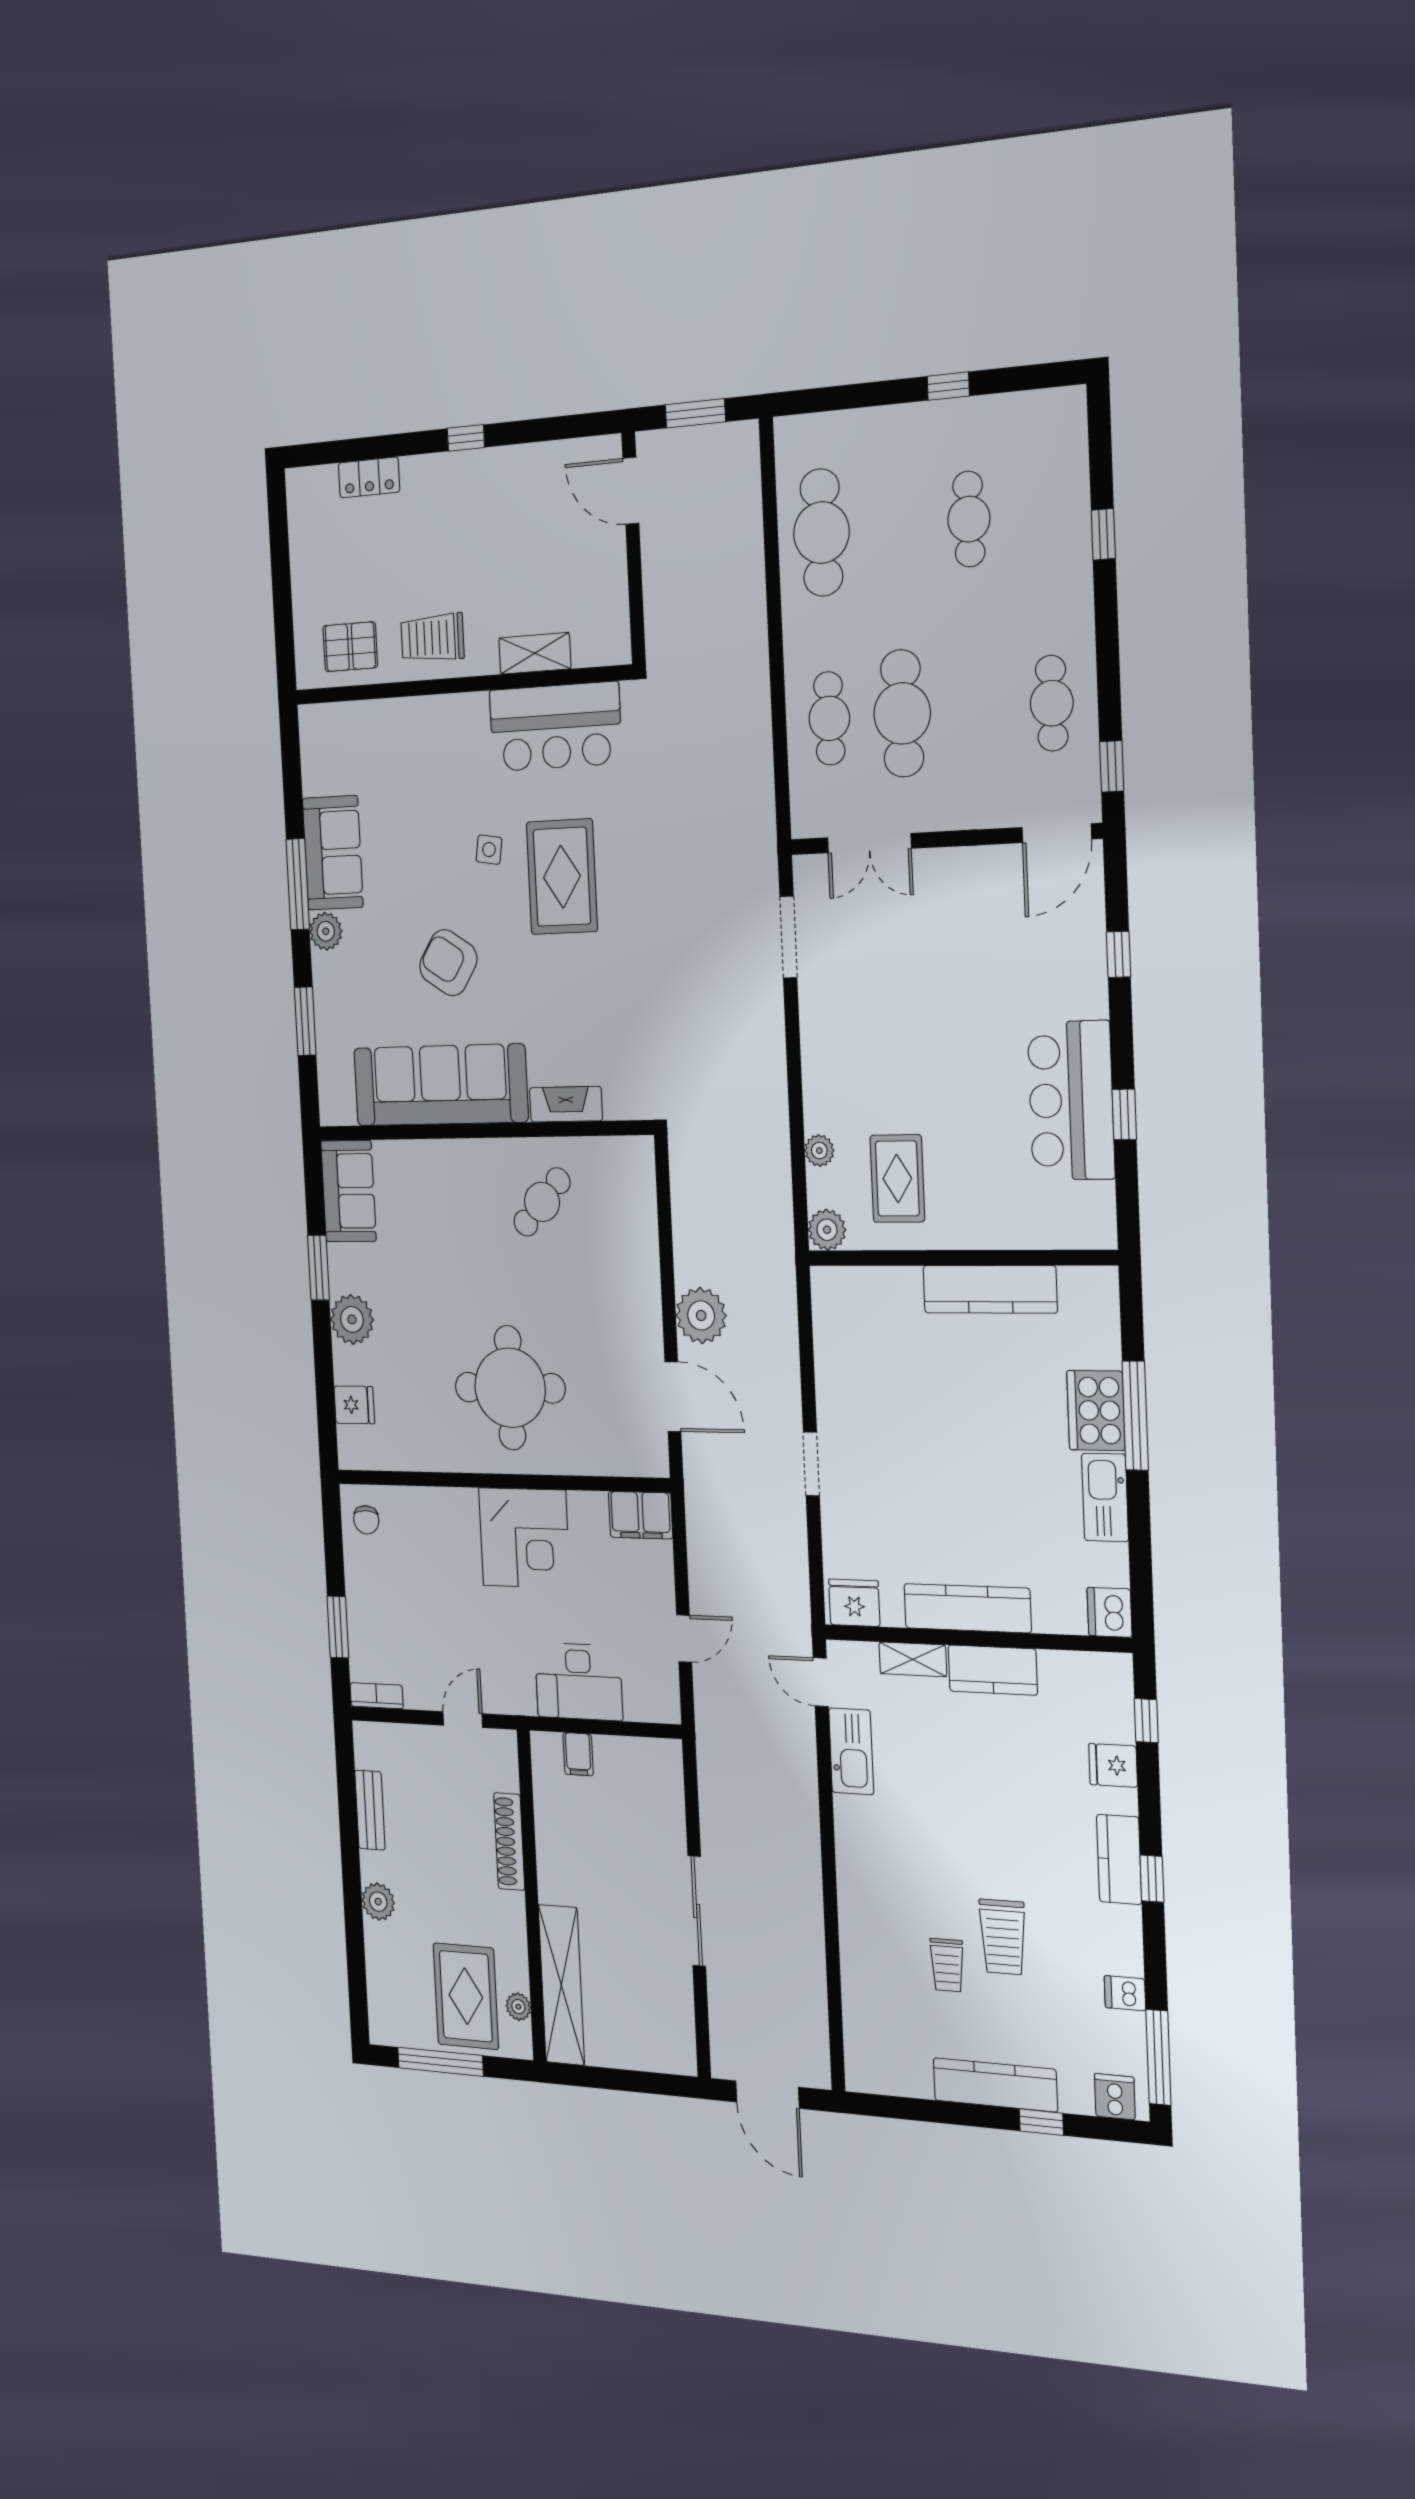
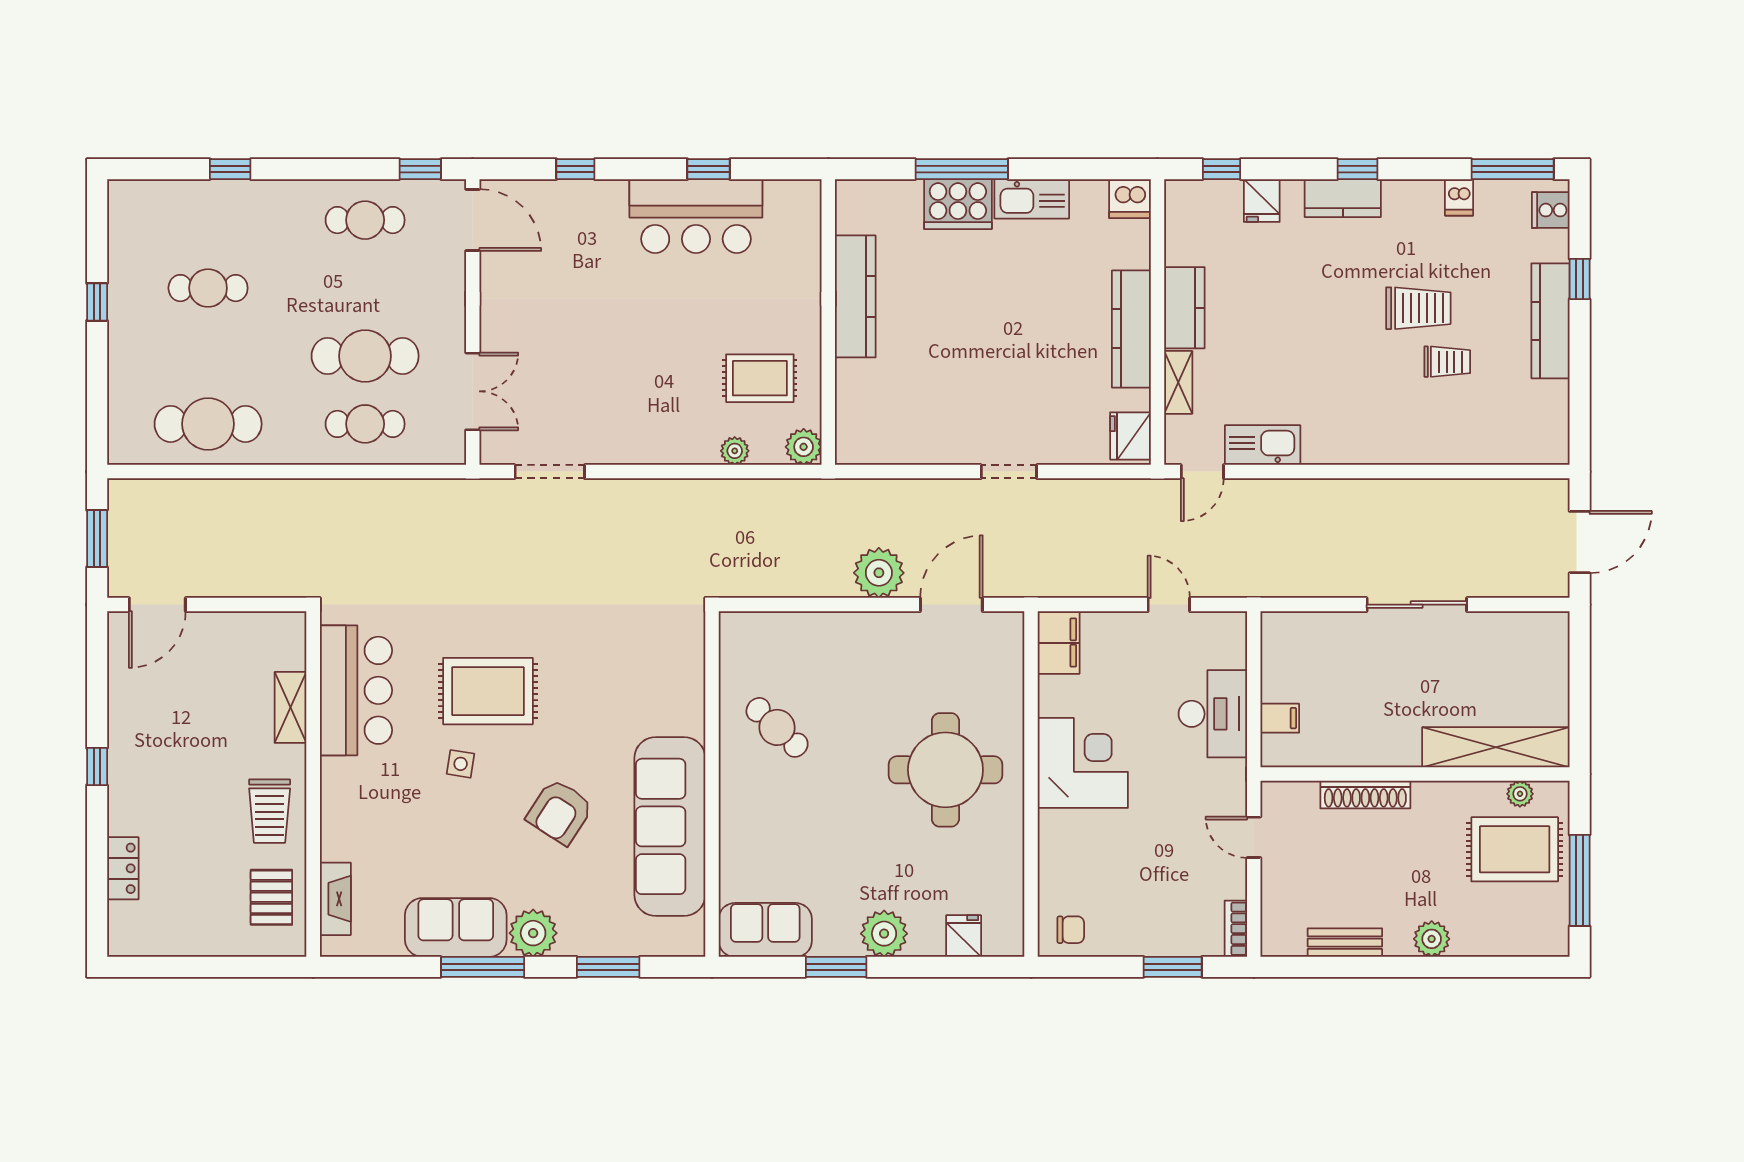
plant: (326, 931) -> (533, 933), width x1.36, depth x1.36
fireplace: (566, 1104) -> (335, 899), moved, turned 180

